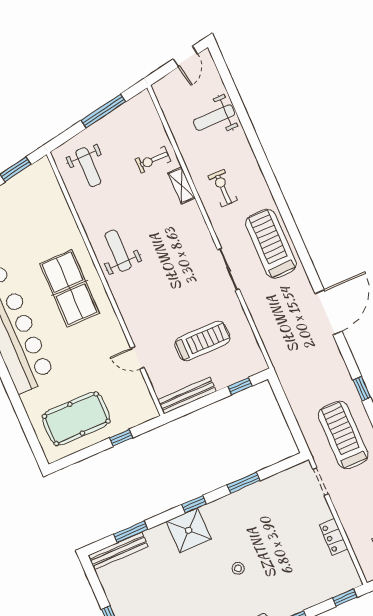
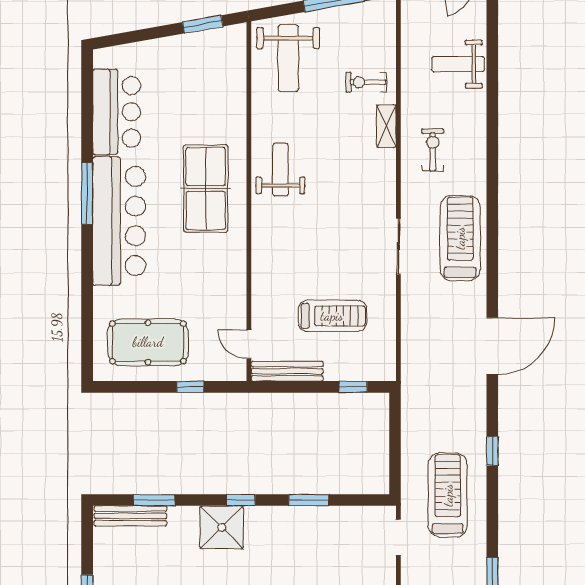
weight bench: (88, 167) -> (288, 58), width x1.36, depth x1.33
door: (137, 358) -> (249, 344), moved

